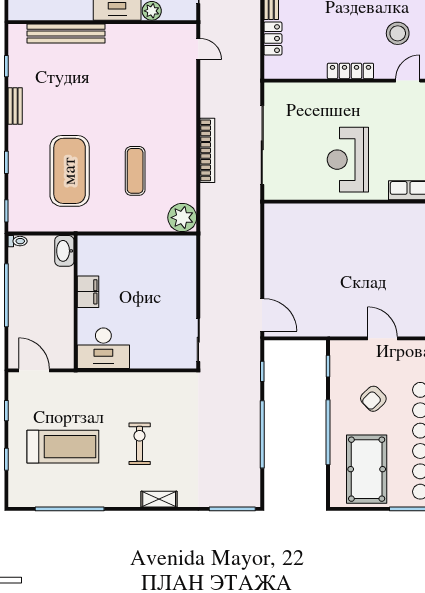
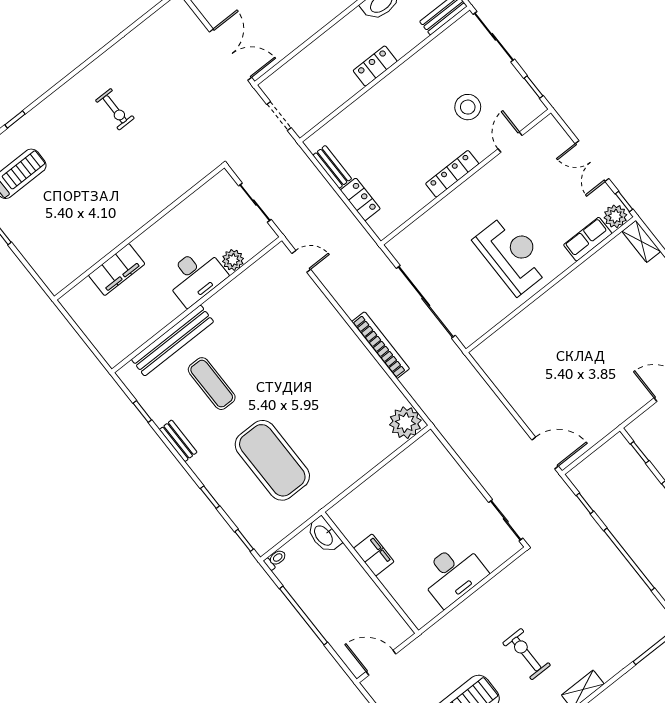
reception desk: (348, 160) -> (512, 255), turned 180
exercise mat: (135, 171) -> (212, 384), moved
desk: (103, 348) -> (453, 574), moved

